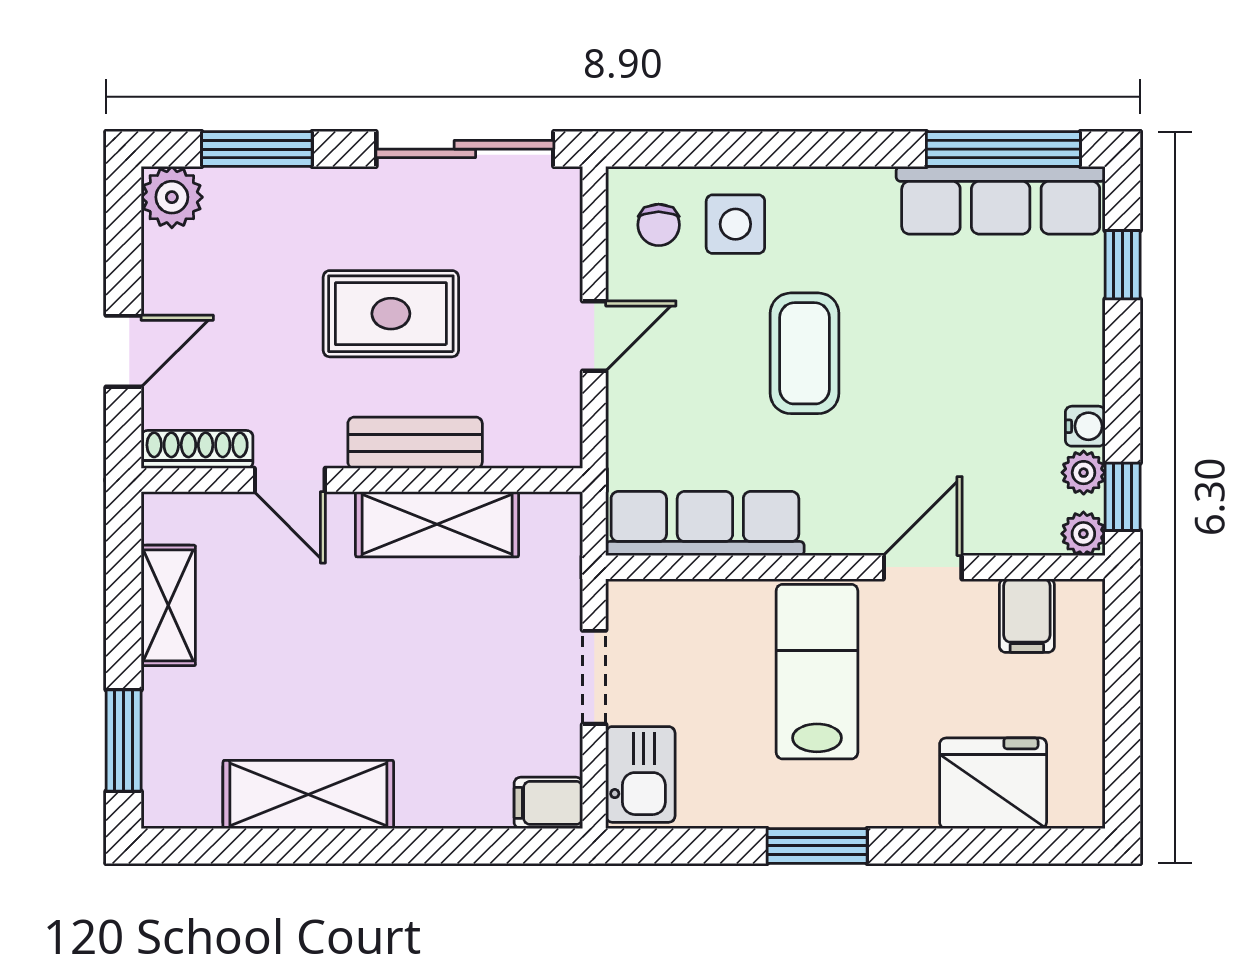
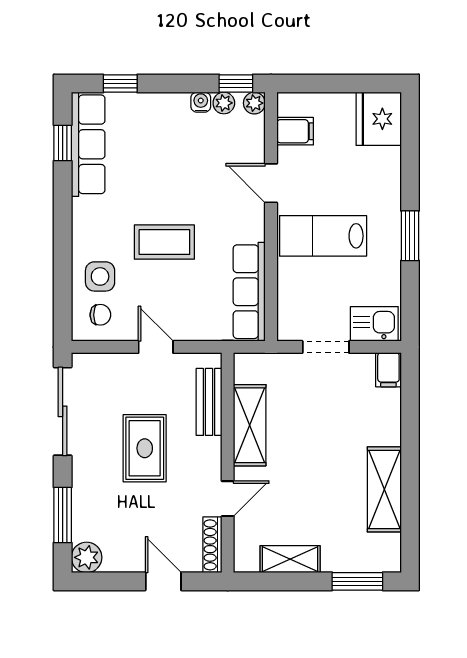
window: (1003, 149) -> (63, 143), width x0.46
bench: (415, 443) -> (209, 402), moved
fridge: (993, 783) -> (379, 119), moved

